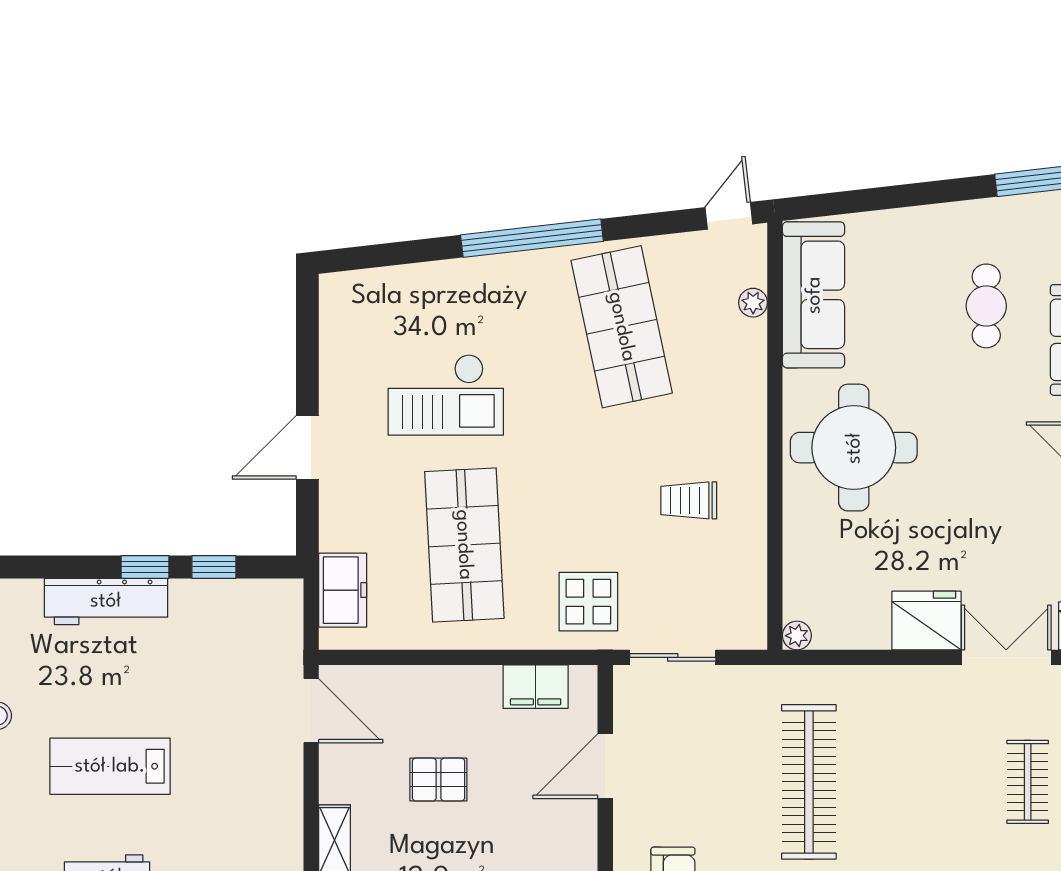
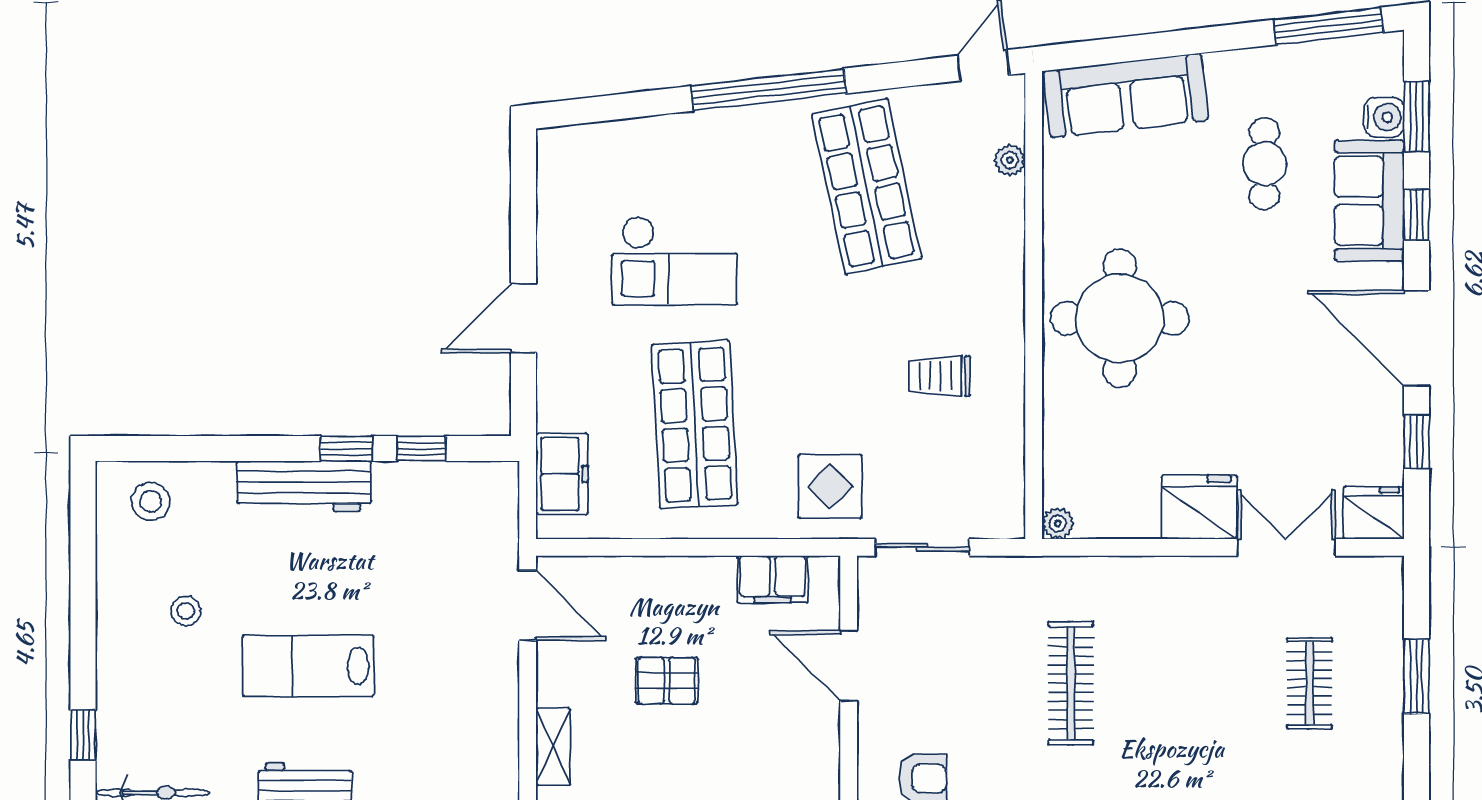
sofa: (814, 295) -> (1126, 96), moved, turned 84
door: (605, 766) -> (849, 666), hinge flipped
clothes rail: (809, 782) -> (1071, 683), width x0.73, depth x0.76

